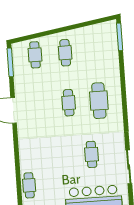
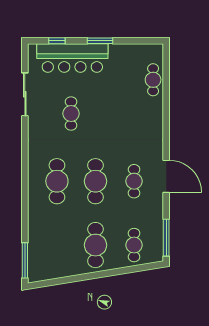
cafe table: (65, 53) -> (95, 245), width x1.37, depth x1.35
cafe table: (69, 103) -> (95, 181), width x1.37, depth x1.35
cafe table: (38, 105) -> (134, 181), added

